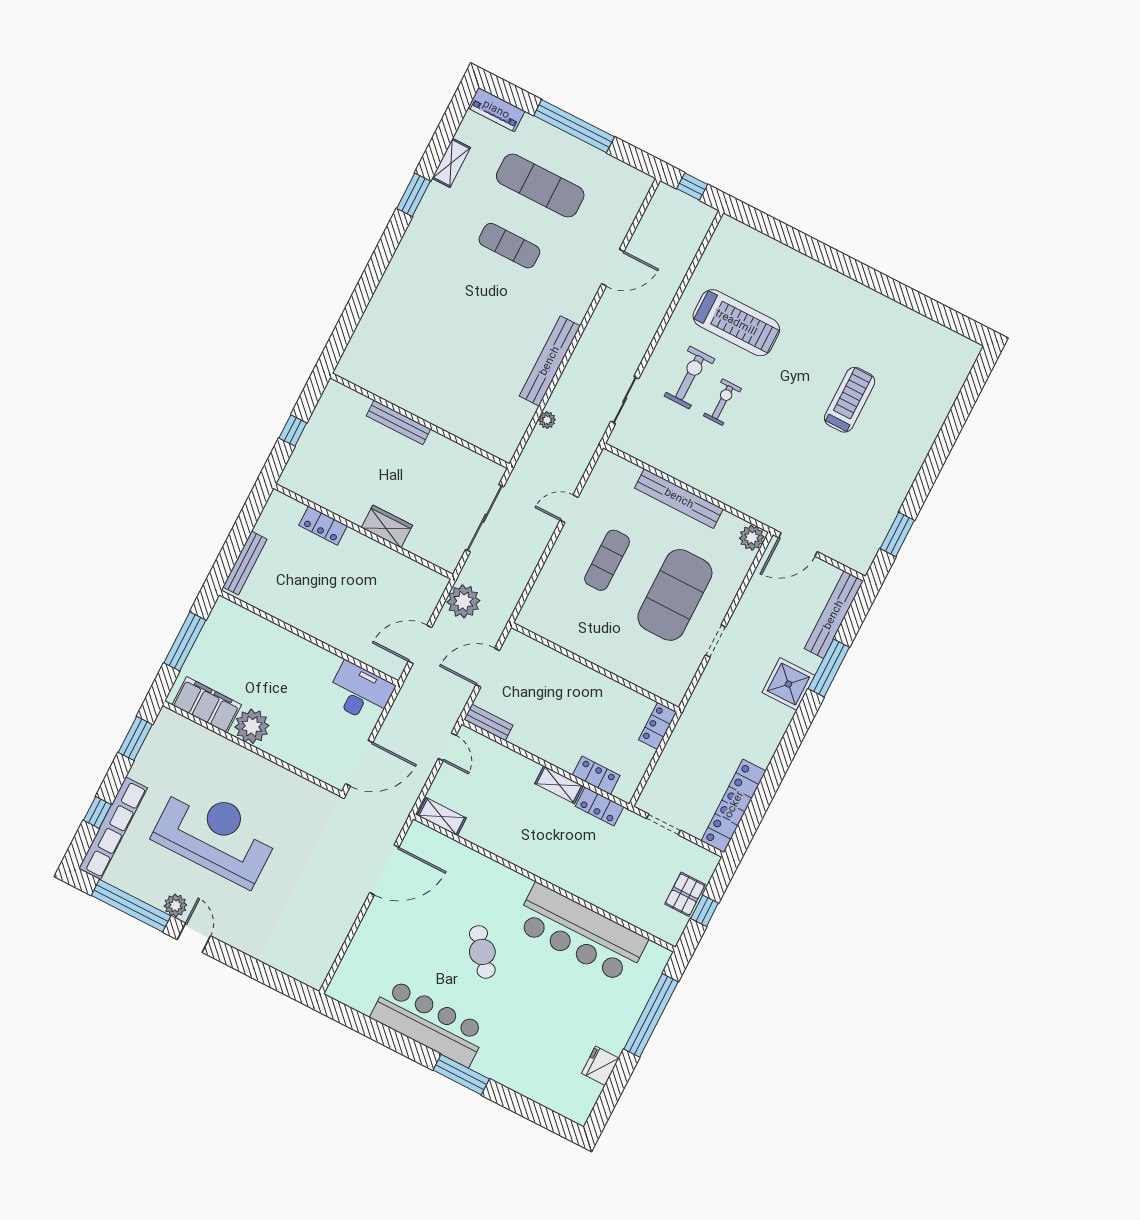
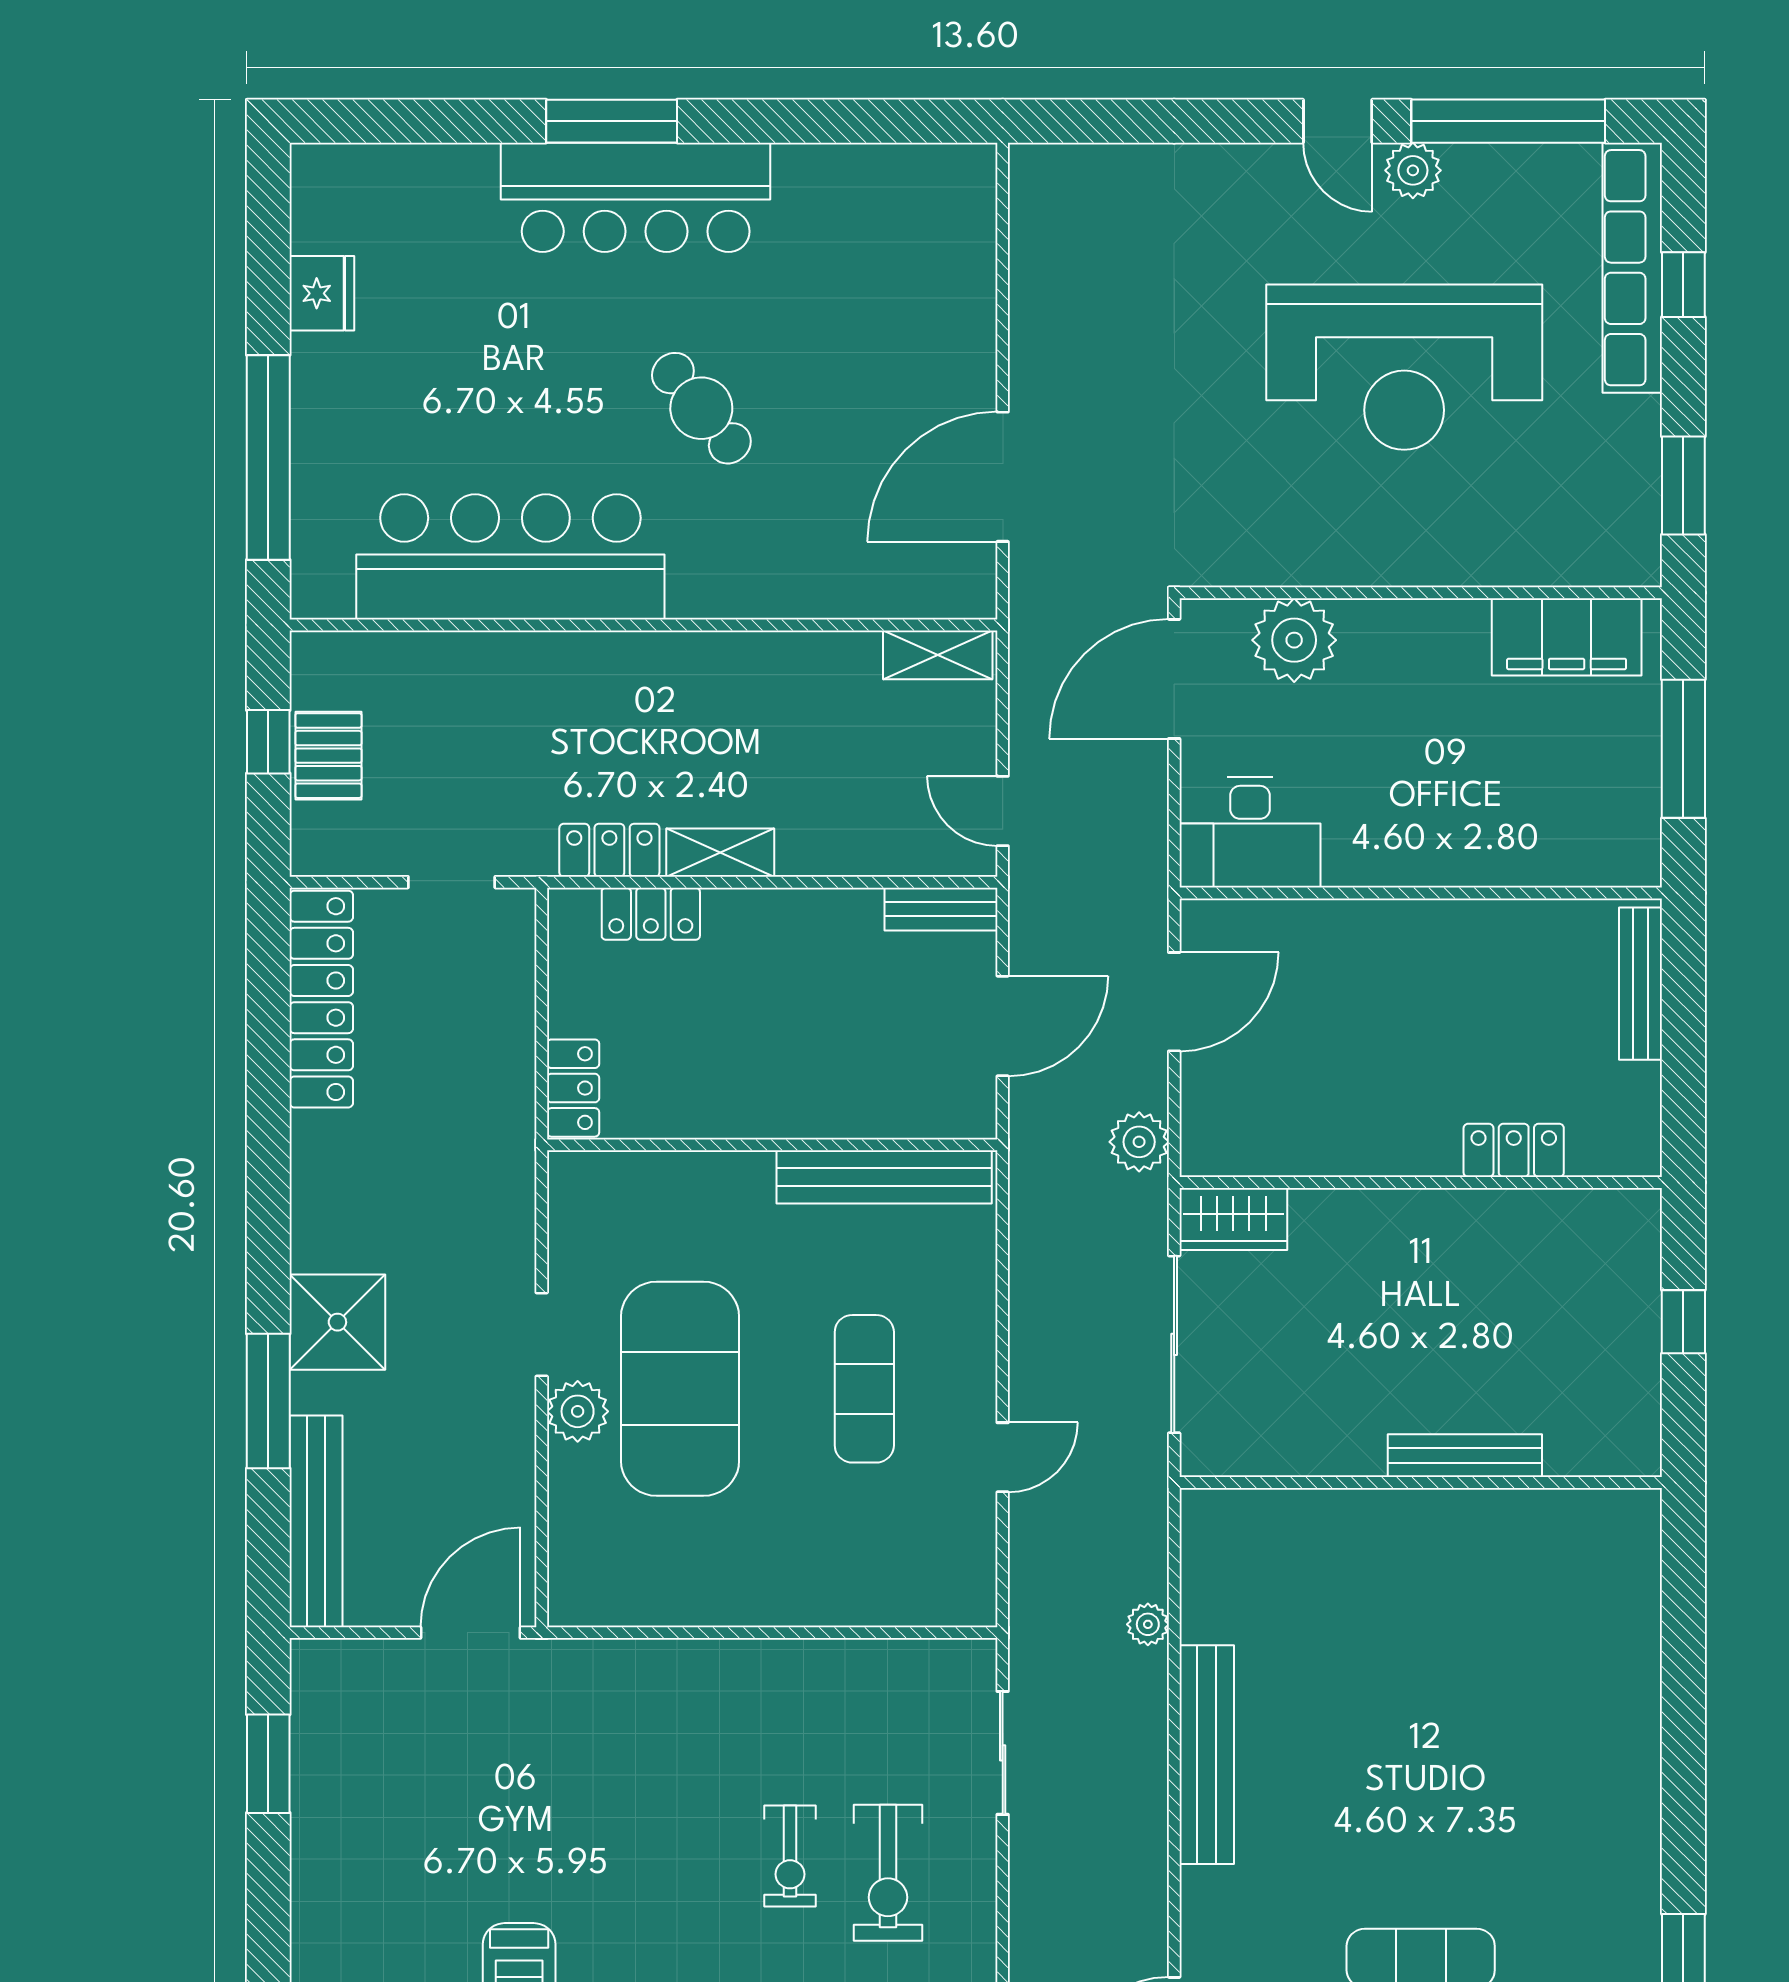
bench: (679, 499) -> (884, 1177), moved
wardrobe: (387, 526) -> (1233, 1219), moved
plant: (752, 538) -> (578, 1411), moved
plant: (463, 601) -> (1139, 1142), width x0.73, depth x0.73
plant: (252, 726) -> (1294, 640), moved
bar counter: (429, 1023) -> (636, 197), moved

